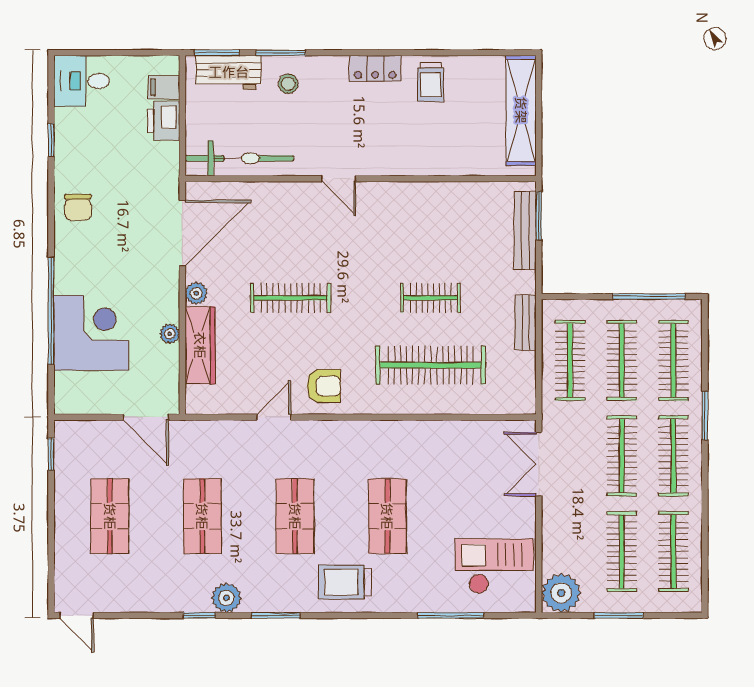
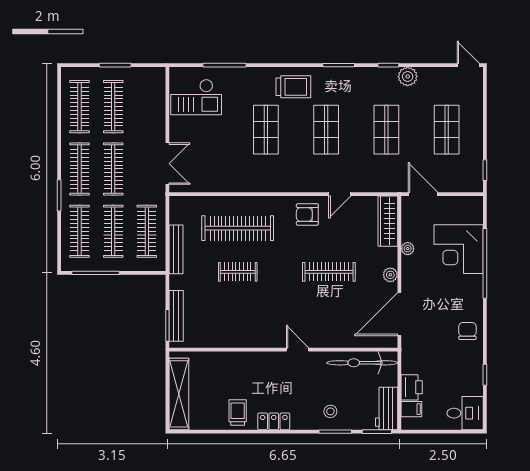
workbench: (229, 72) -> (387, 408), moved, turned -90
bench: (525, 322) -> (176, 249), width x1.36
wardrobe: (200, 345) -> (388, 221), moved
plant: (561, 593) -> (153, 80), removed
plant: (226, 598) -> (408, 76), moved

